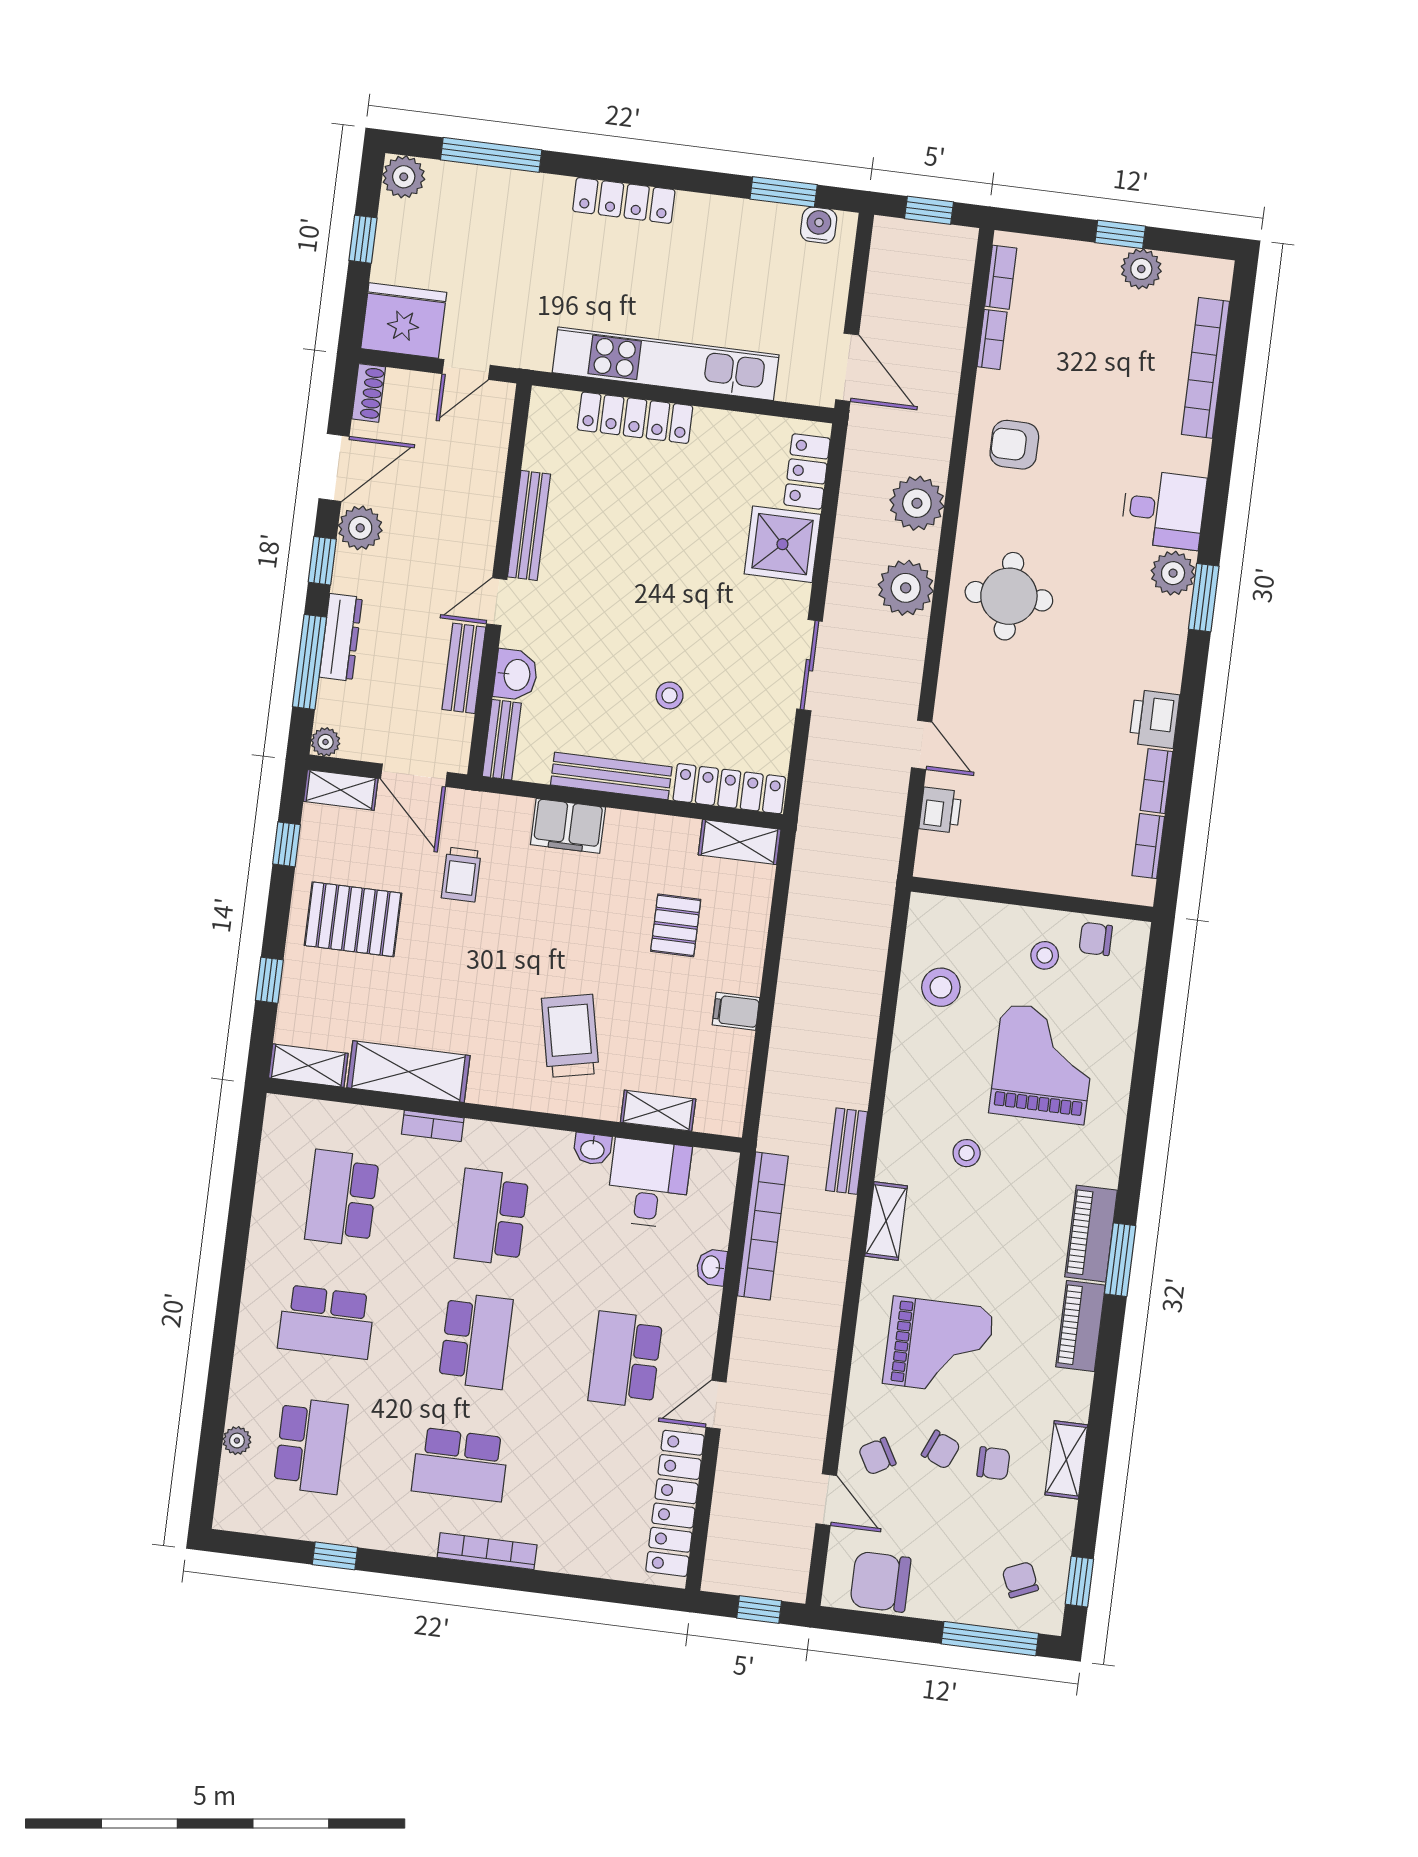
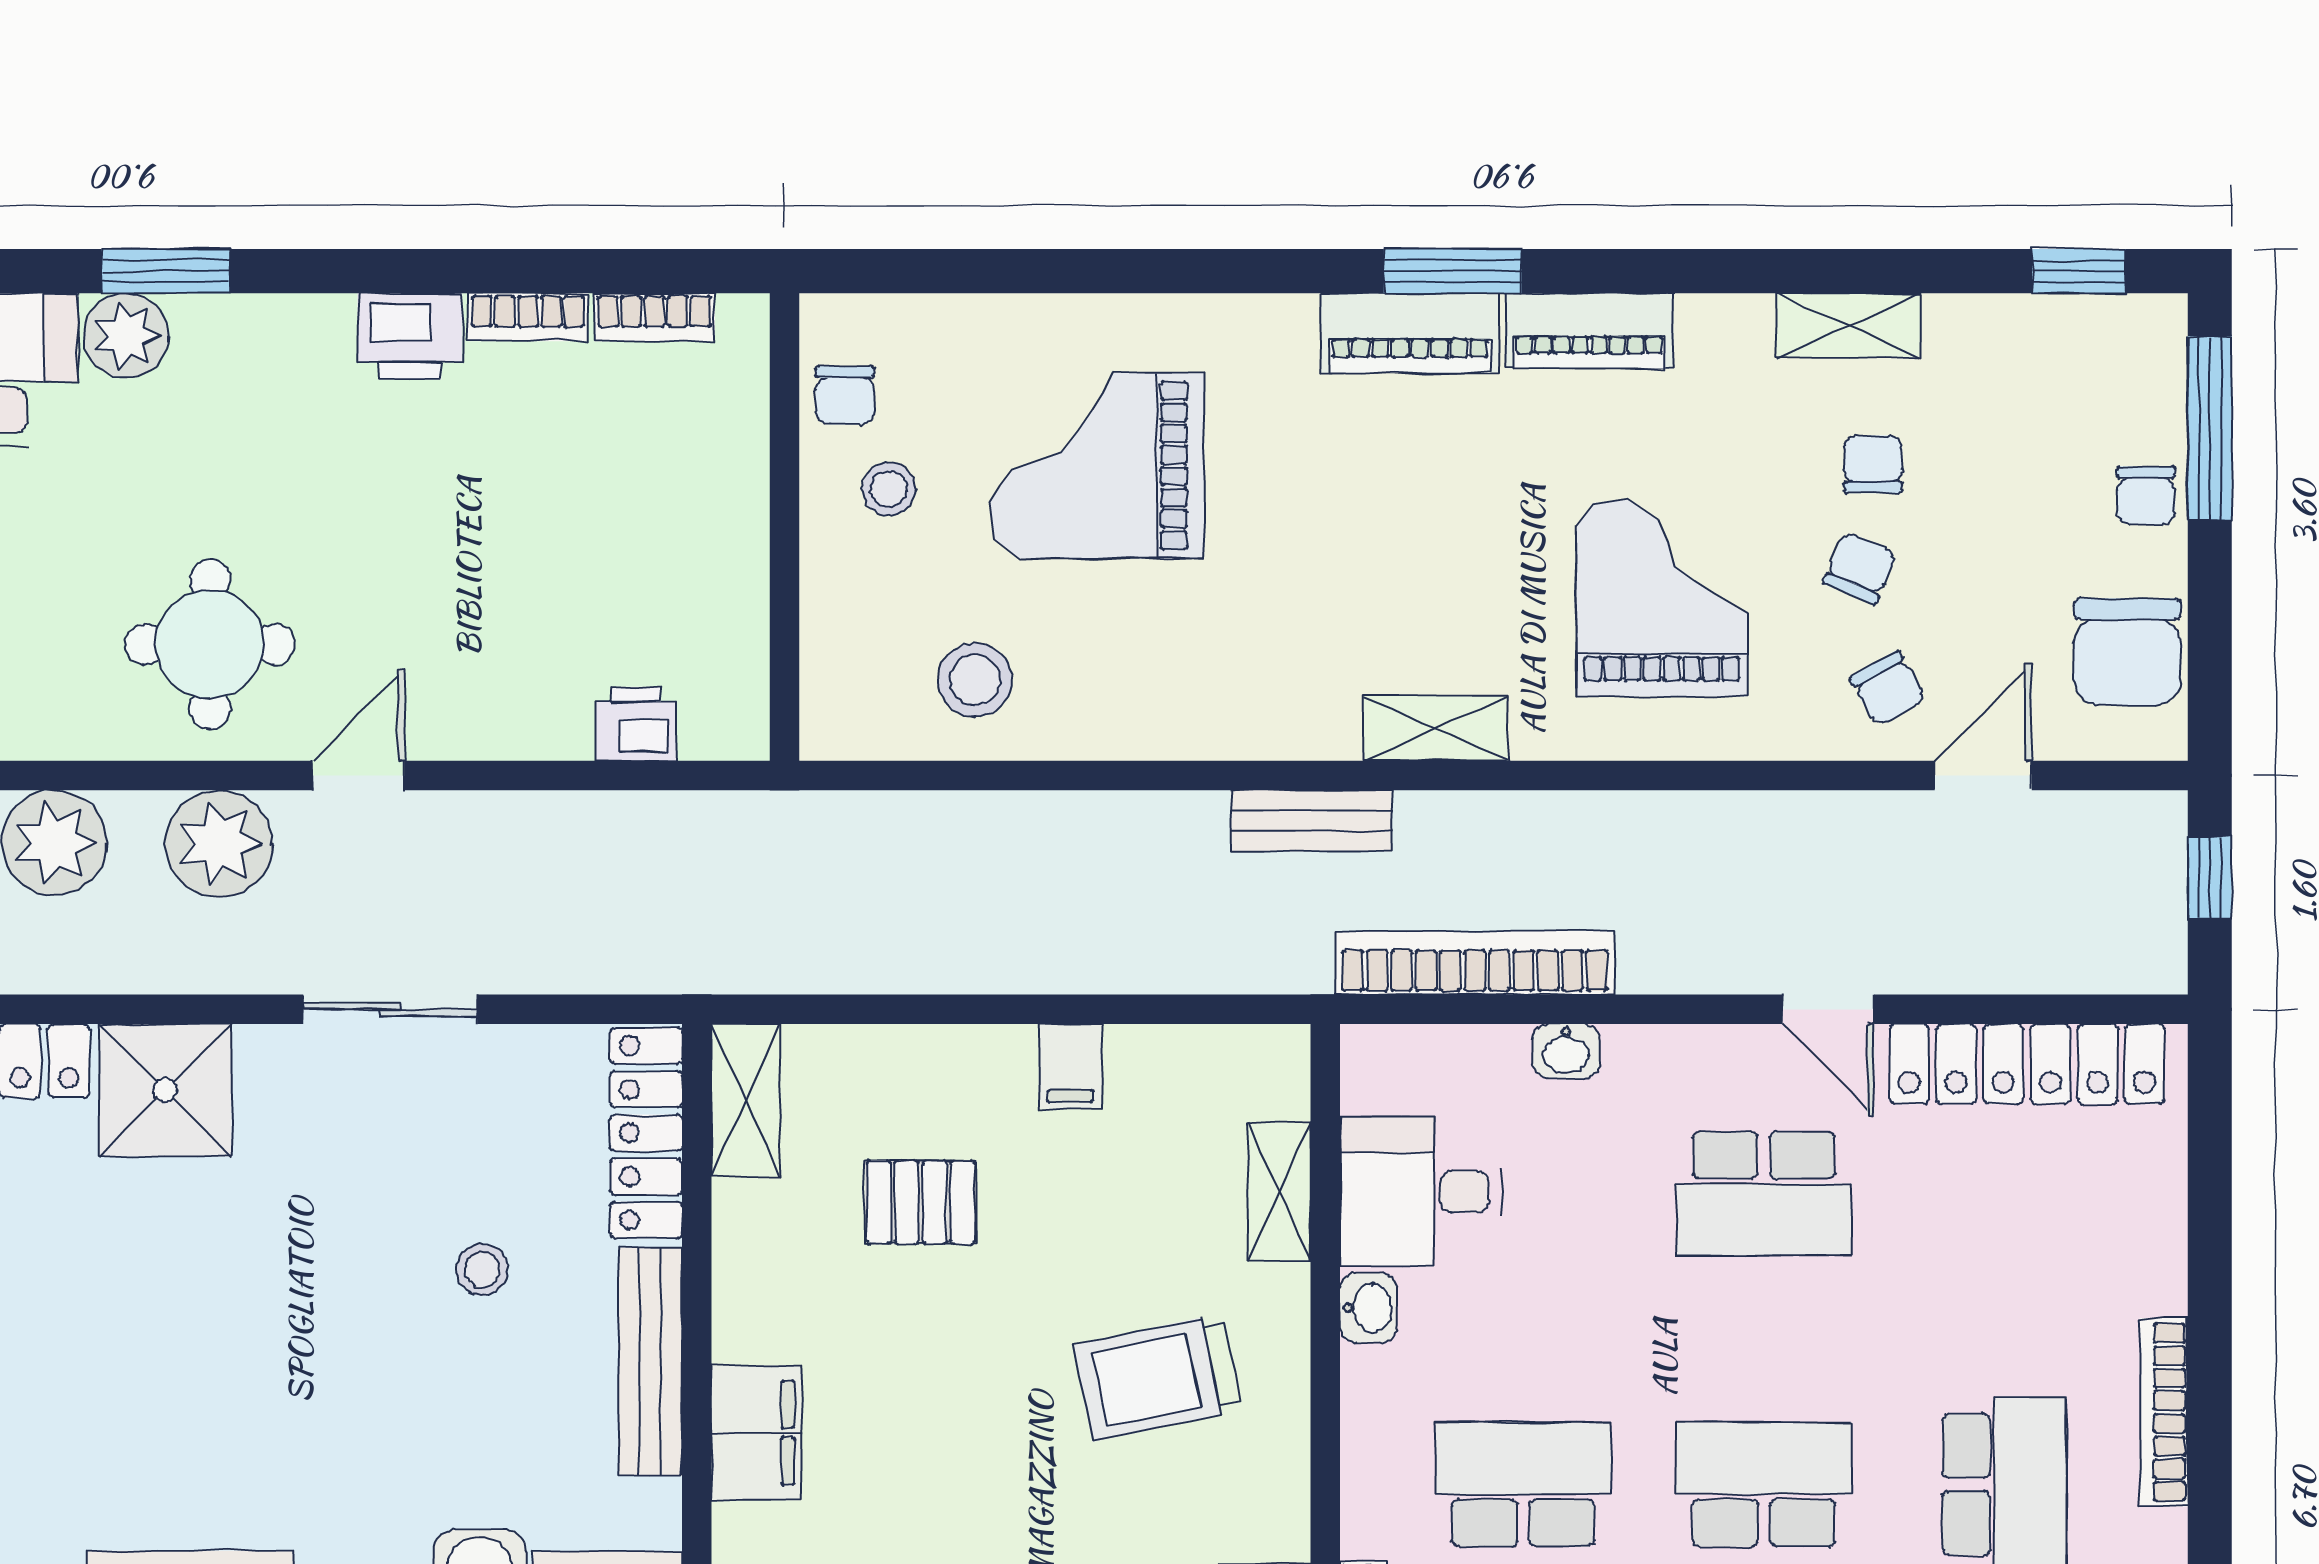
door: (922, 745) -> (358, 775), moved
stool: (967, 1153) -> (1286, 591), removed
school desk: (491, 1217) -> (1523, 1484), turned 180
chair: (1020, 1580) -> (2146, 496), moved, turned -67

